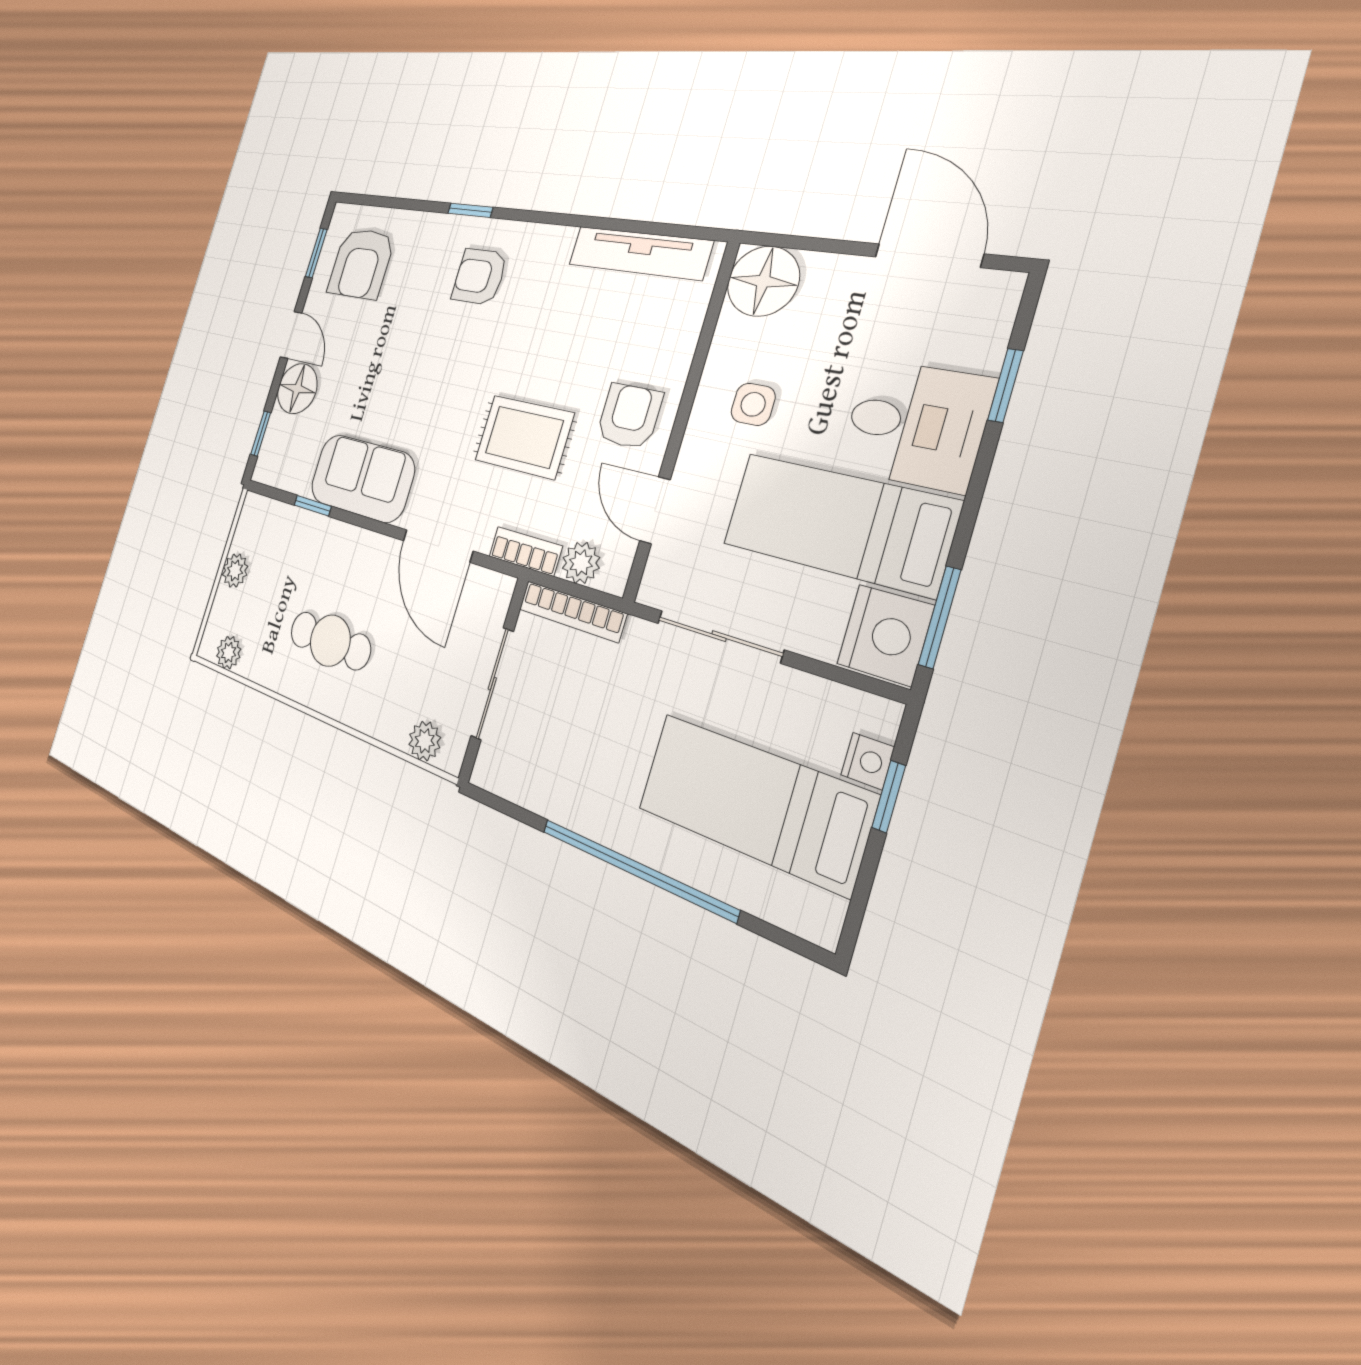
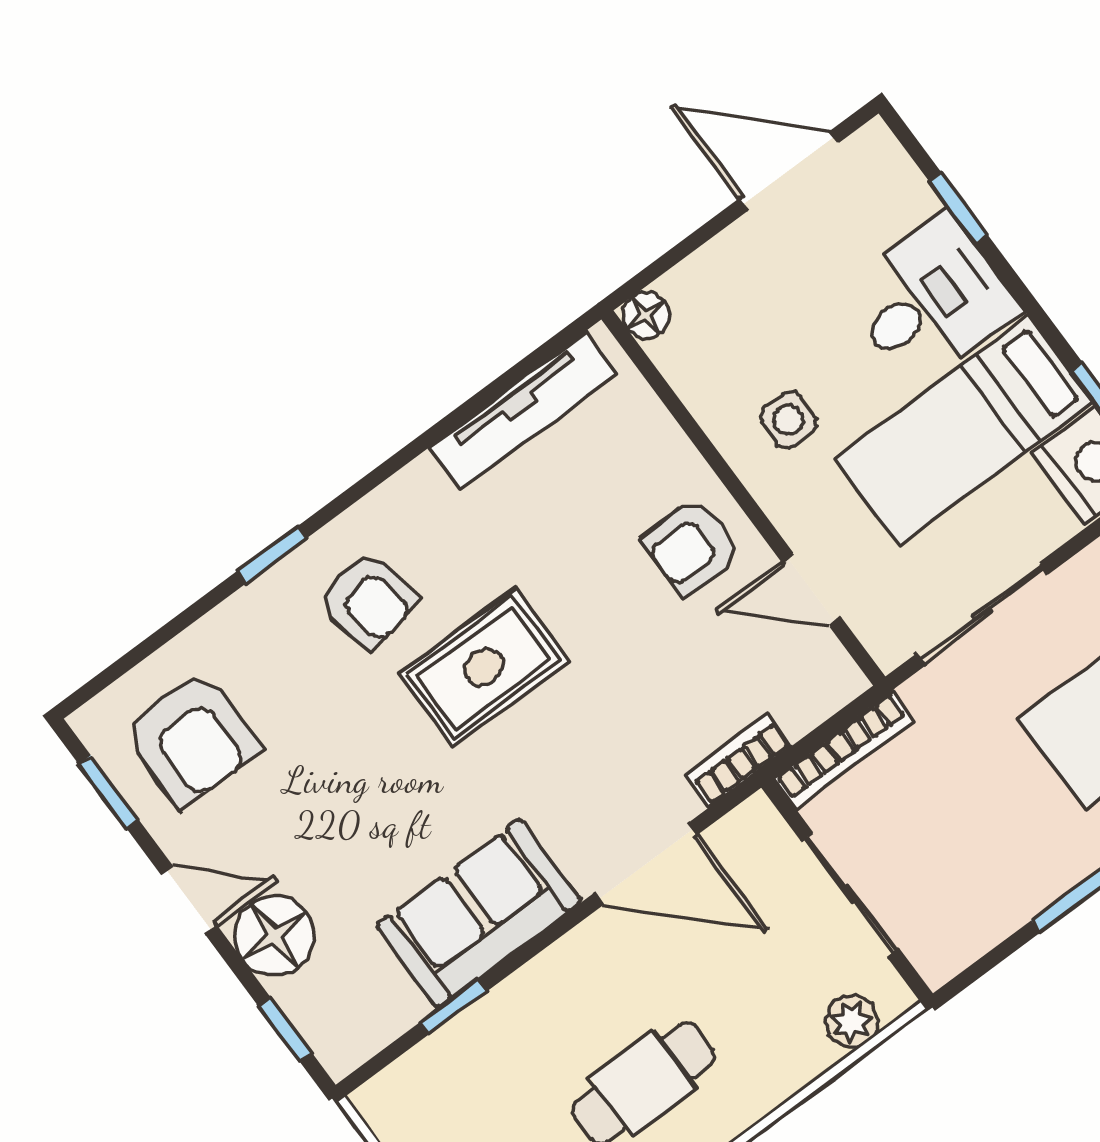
armchair: (479, 277) -> (368, 600), turned -101
floor lamp: (763, 281) -> (646, 315), width x0.53, depth x0.53
armchair: (629, 416) -> (692, 546), turned -90
rug: (524, 437) -> (484, 667), moved
plant: (581, 563) -> (801, 705), removed

